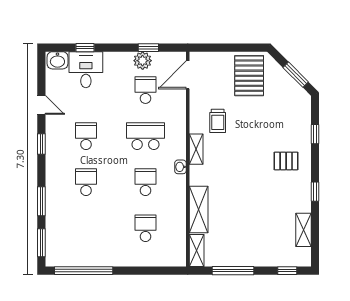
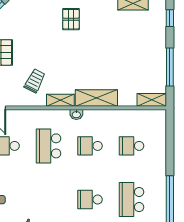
trolley: (218, 121) -> (35, 81), turned -63
school desk: (86, 136) -> (132, 200), moved, width x1.85
shelving: (199, 210) -> (96, 98), moved

